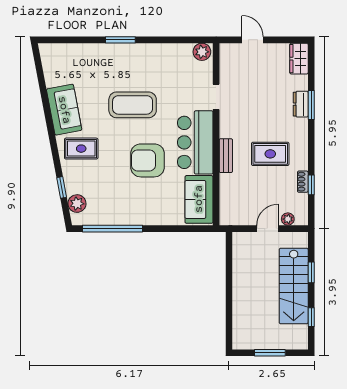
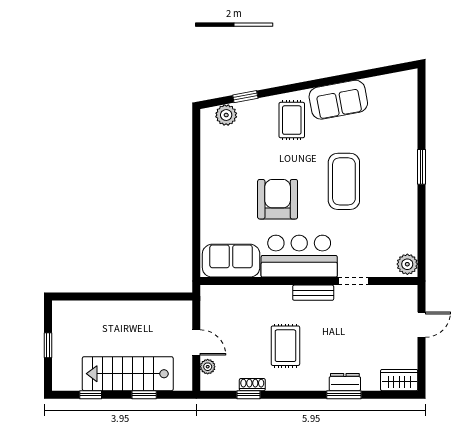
bench: (226, 156) -> (313, 293), moved
window: (112, 229) -> (196, 157), removed
window: (270, 353) -> (48, 345), width x0.67

